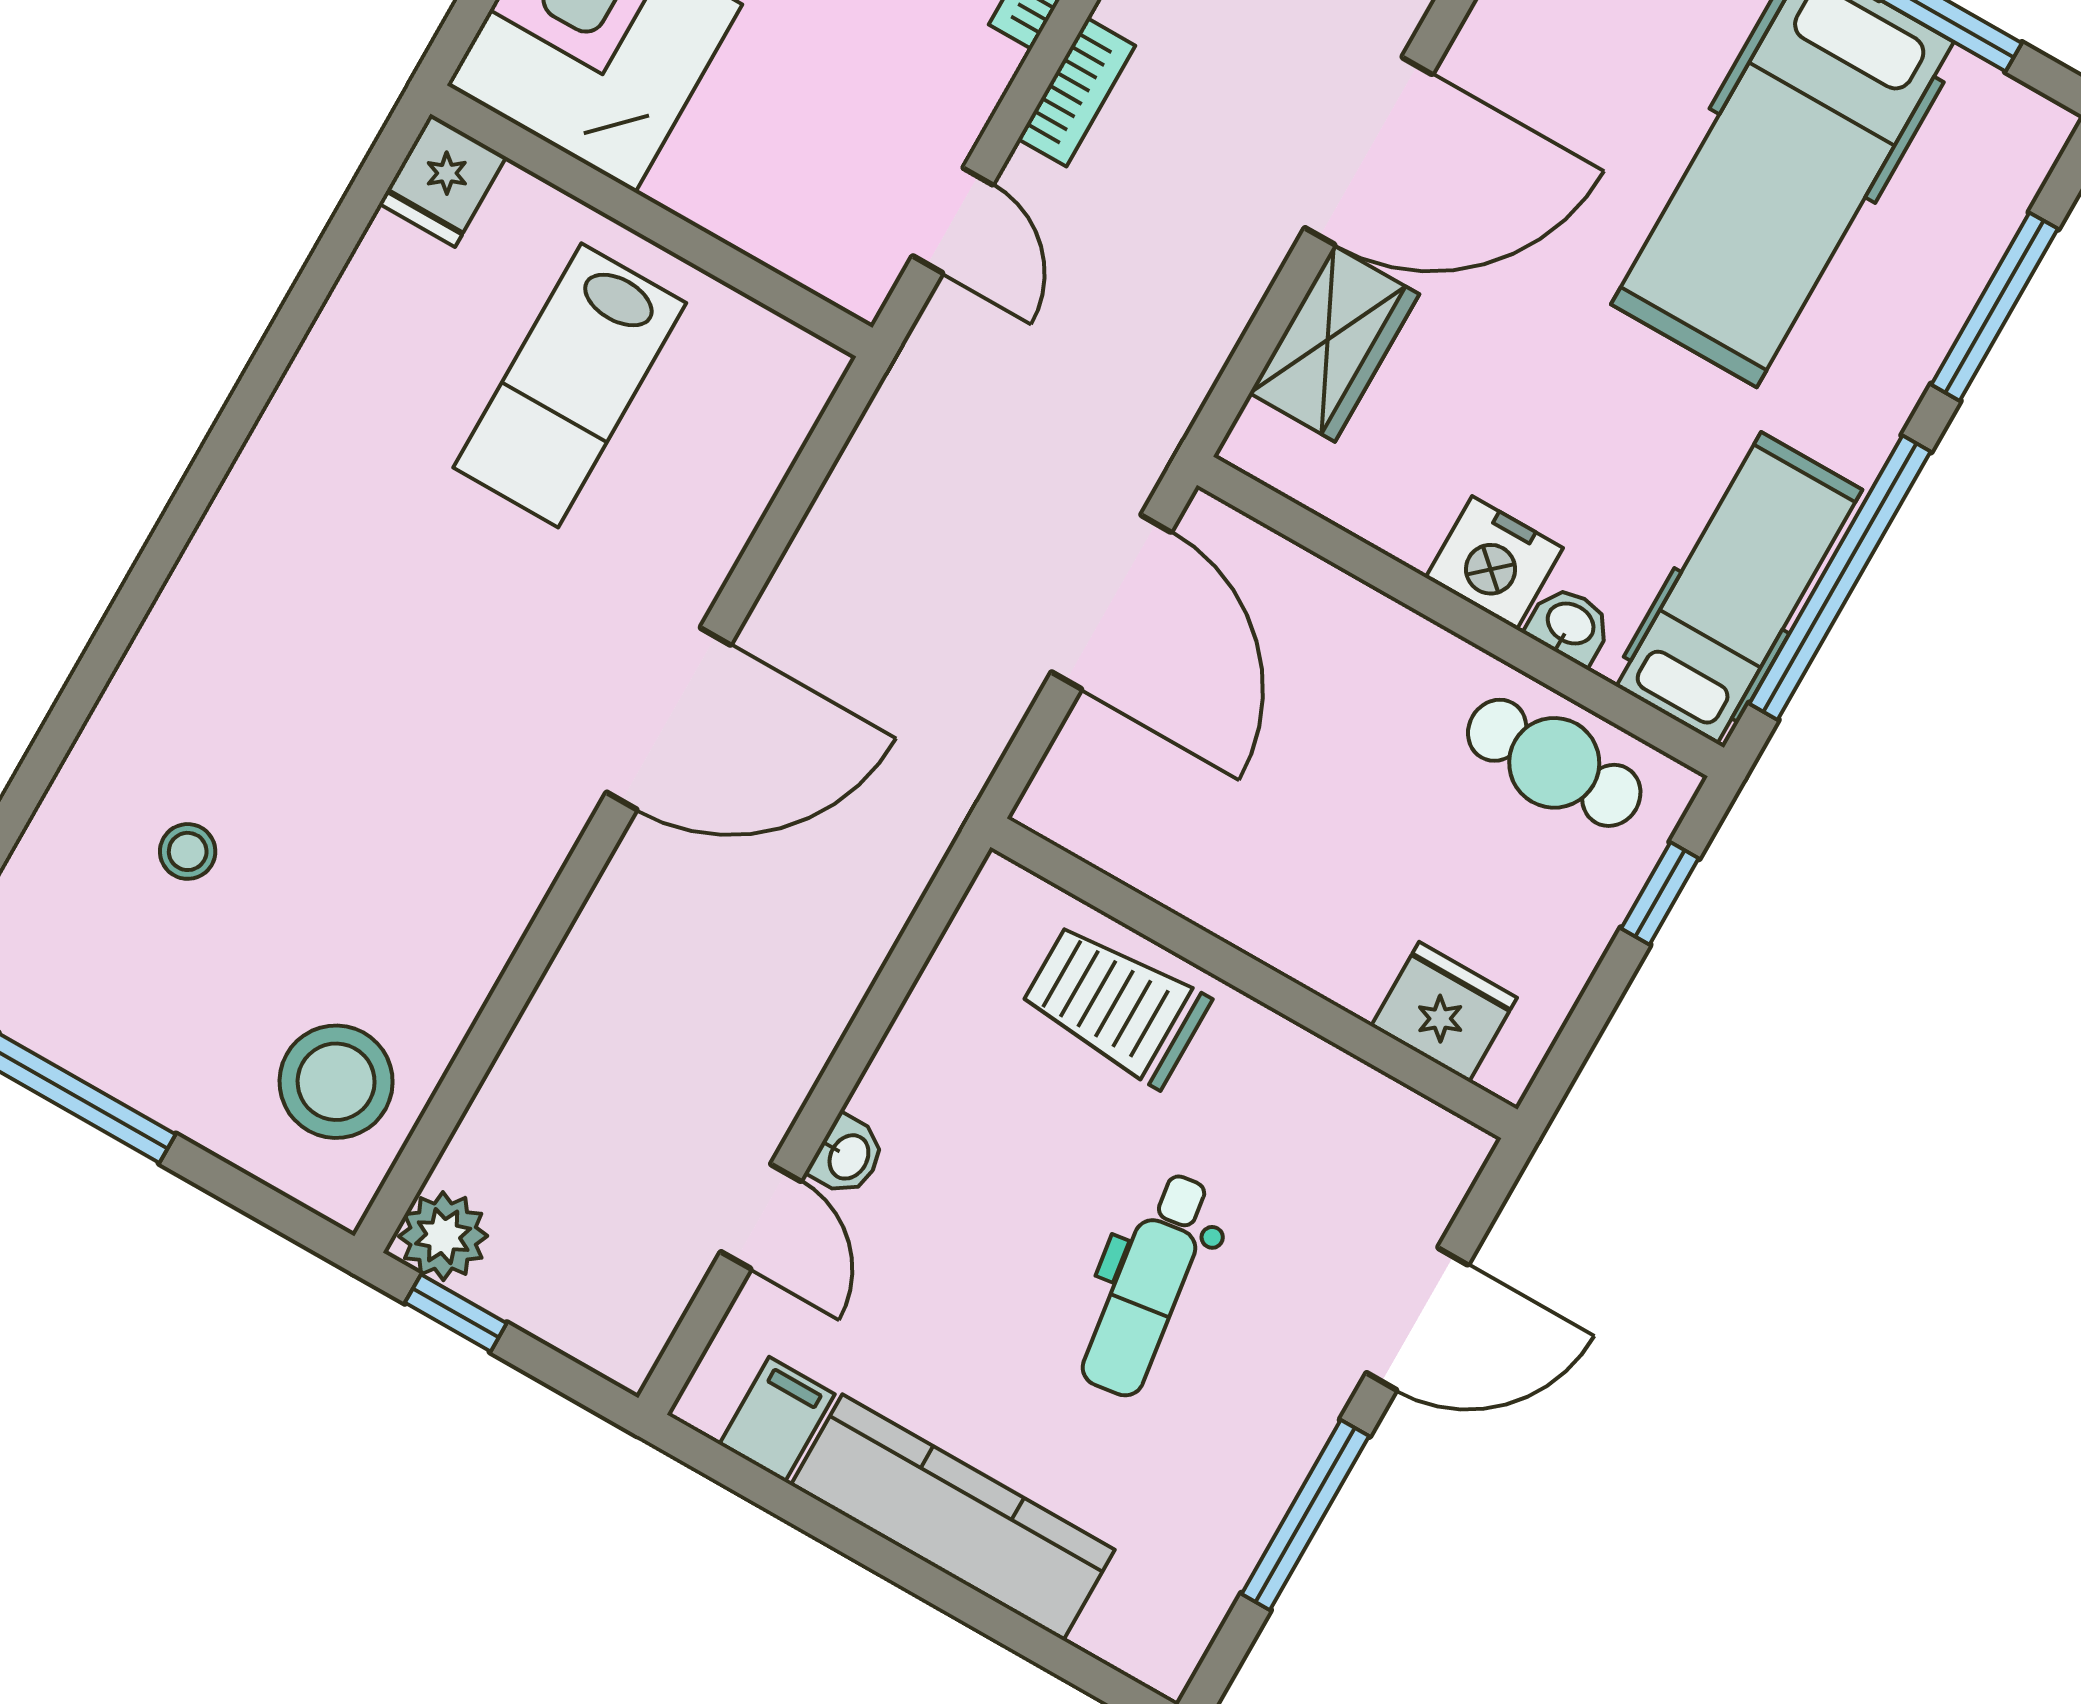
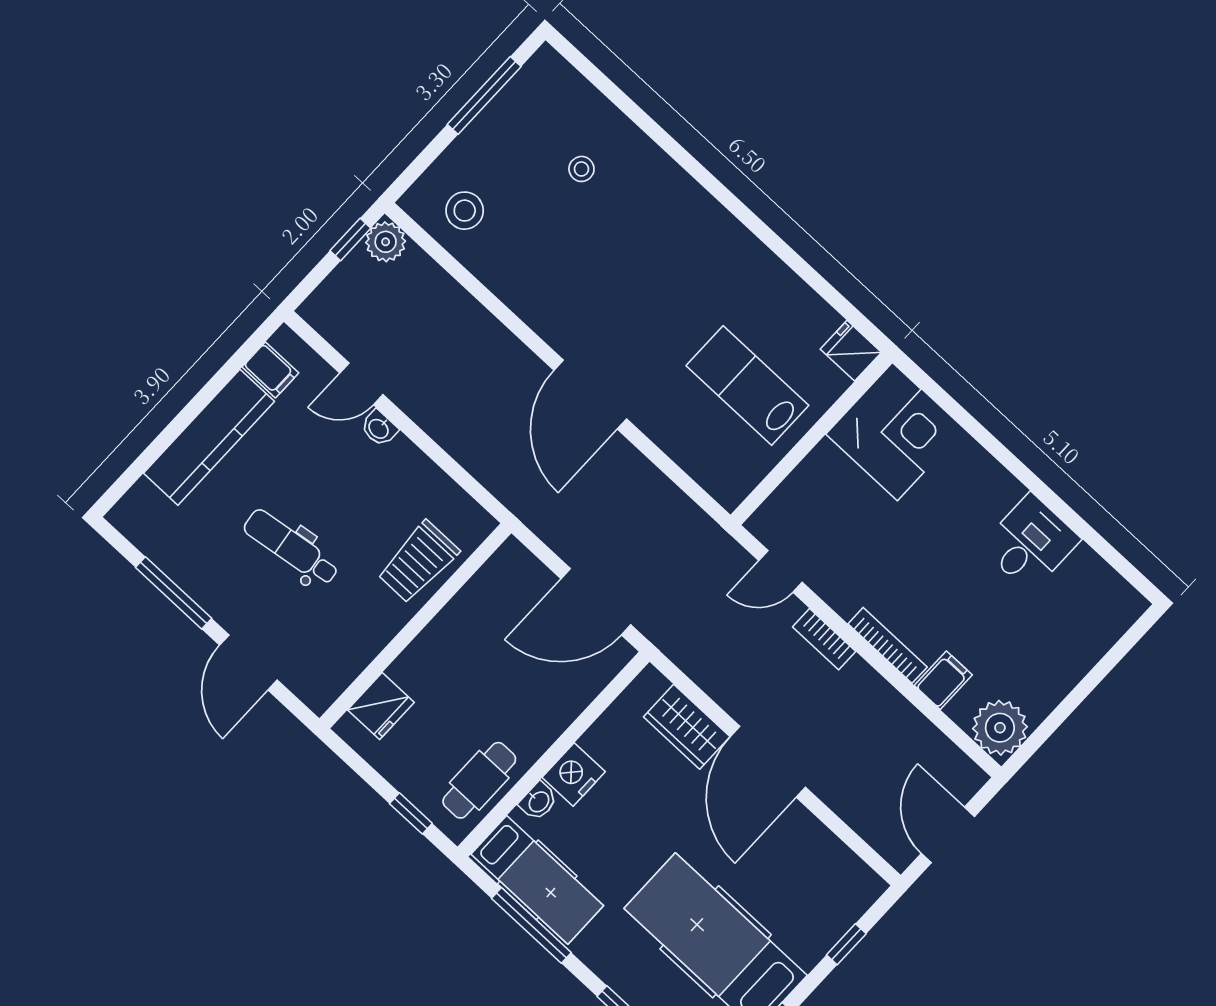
window: (1840, 578) -> (531, 925), width x0.68
trolley: (1115, 1005) -> (418, 562), turned 180
stool: (336, 1082) -> (465, 211), width x0.73, depth x0.73

